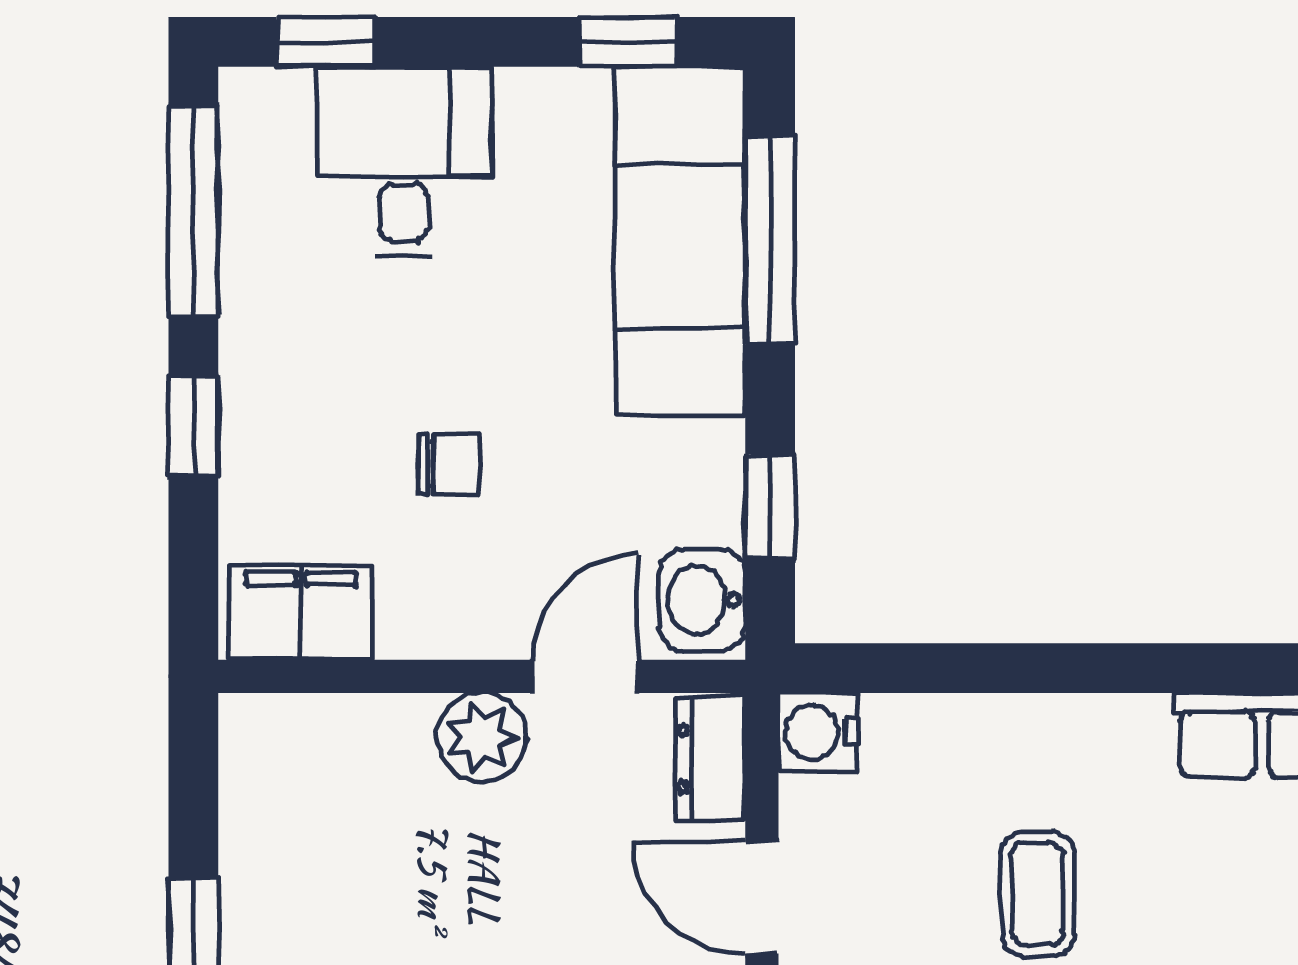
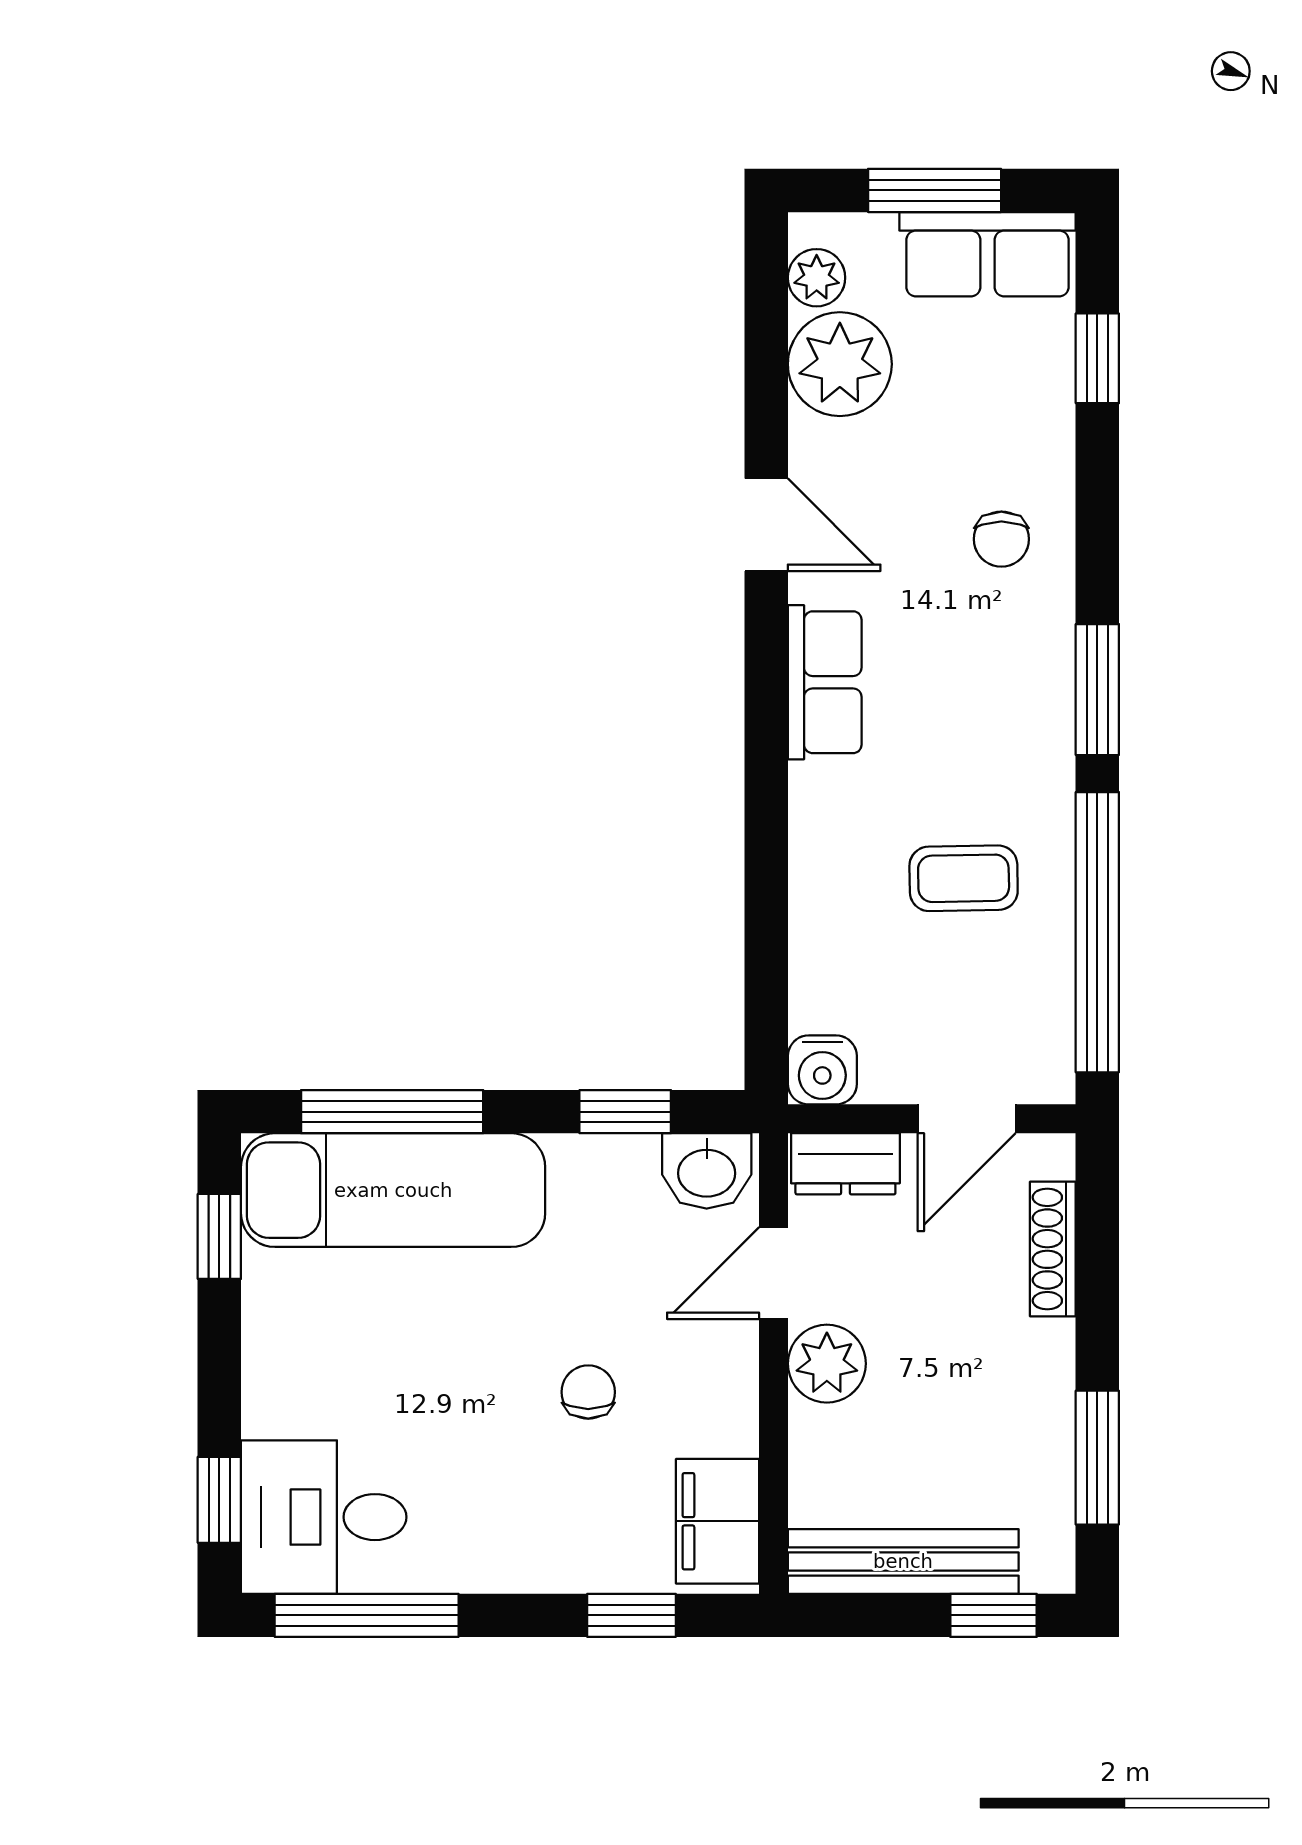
desk: (404, 161) -> (324, 1517), moved
window: (193, 426) -> (631, 1615), moved
door: (585, 676) -> (773, 1273), hinge flipped
bench: (255, 825) -> (903, 1561), added

